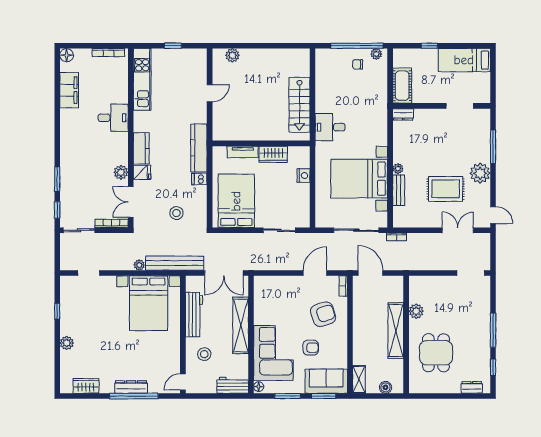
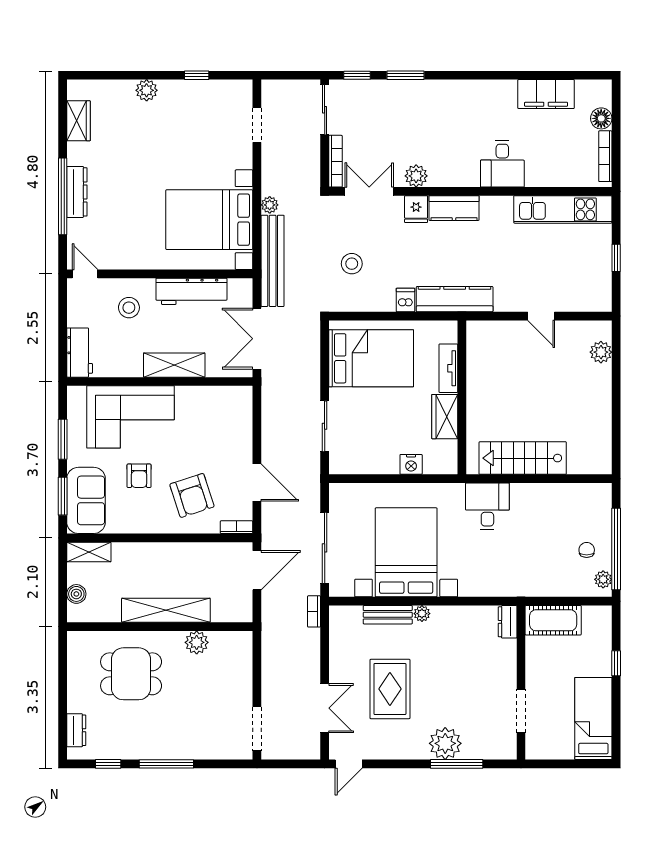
floor lamp: (67, 55) -> (601, 118), moved
plant: (480, 173) -> (445, 743), moved
shelving: (241, 325) -> (174, 365), width x0.68
floor lamp: (259, 387) -> (77, 394), removed

